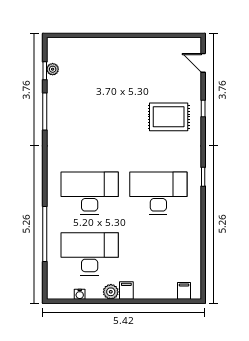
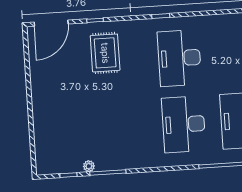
door: (203, 63) -> (51, 23), width x1.87
plant: (53, 69) -> (89, 166), moved

